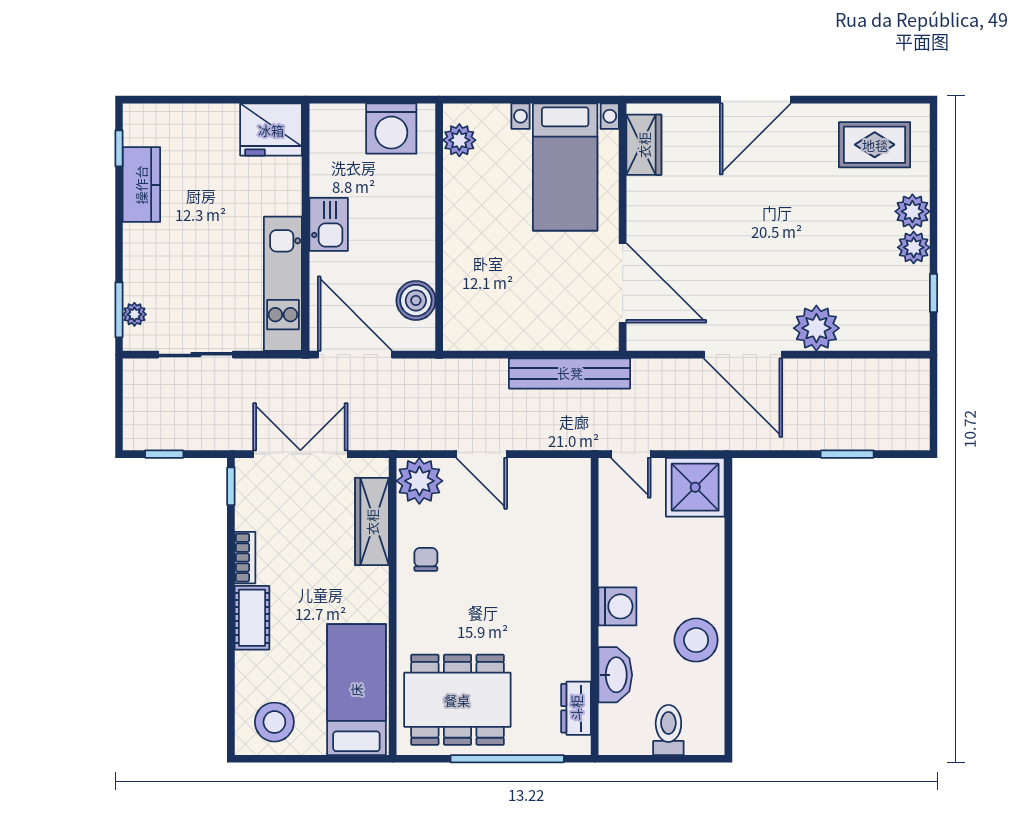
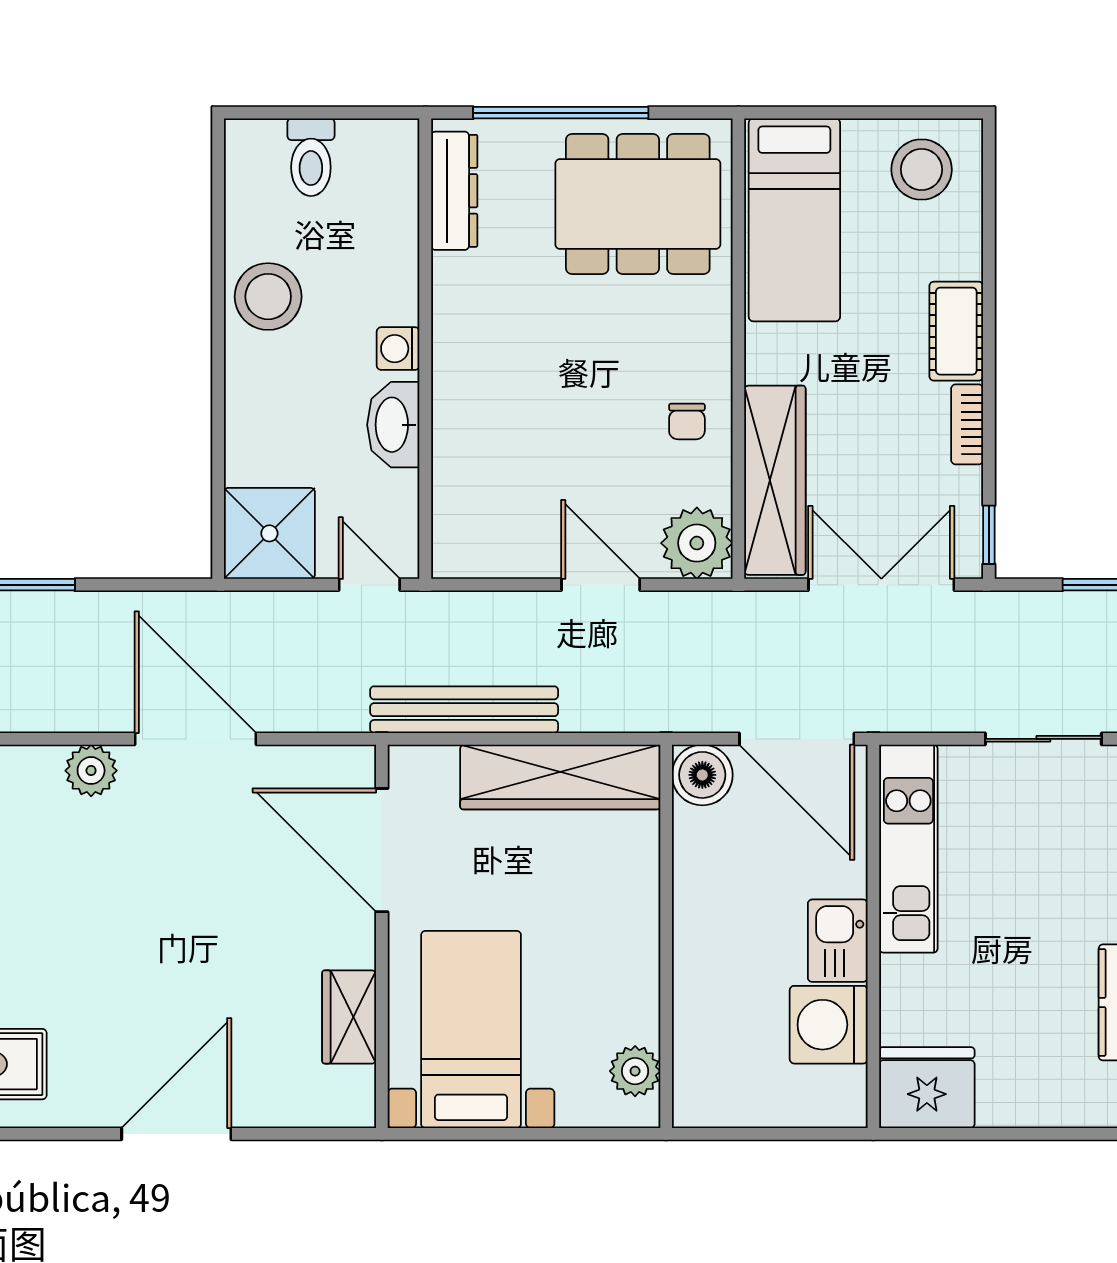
washing machine: (391, 129) -> (829, 1025), moved, turned -90
wardrobe: (644, 145) -> (349, 1017), moved
boiler: (416, 300) -> (702, 775), moved
plant: (816, 328) -> (91, 771), width x0.73, depth x0.73
wardrobe: (508, 330) -> (560, 777), added
double door: (300, 454) -> (881, 585), swing flipped
wardrobe: (372, 522) -> (775, 480), width x1.40, depth x1.17
washing machine: (617, 606) -> (398, 349), width x0.73, depth x0.73
washbasin: (615, 675) -> (393, 425), moved
dresser: (576, 708) -> (454, 191), width x1.44

